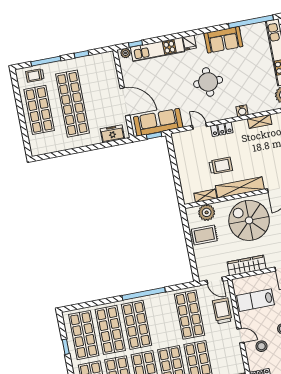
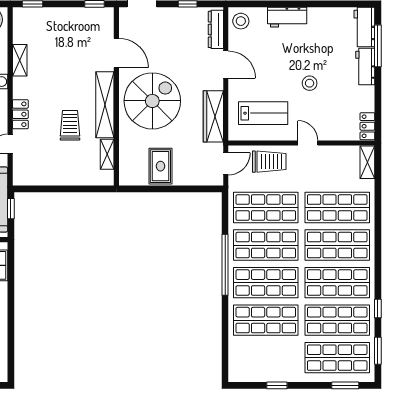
plant: (207, 212) -> (130, 157), removed
spiral stairs: (249, 220) -> (152, 101), turned 180
lab bench: (255, 300) -> (263, 113), turned -90
trolley: (222, 311) -> (269, 162), turned 180
shop shelf: (84, 335) -> (266, 245), moved
door: (240, 336) -> (308, 143), hinge flipped
stool: (261, 346) -> (328, 117), removed

